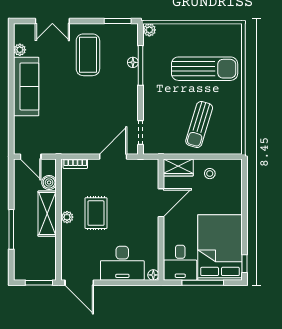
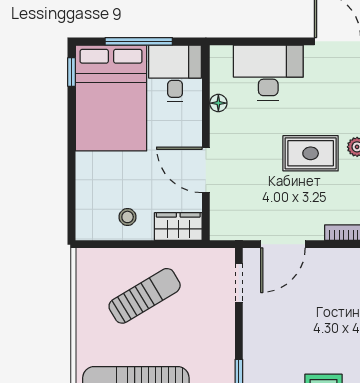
sun lounger: (199, 124) -> (145, 296), turned 42
door: (161, 203) -> (206, 170), hinge flipped
rug: (96, 213) -> (311, 153), turned 90
floor lamp: (153, 275) -> (218, 103), moved

